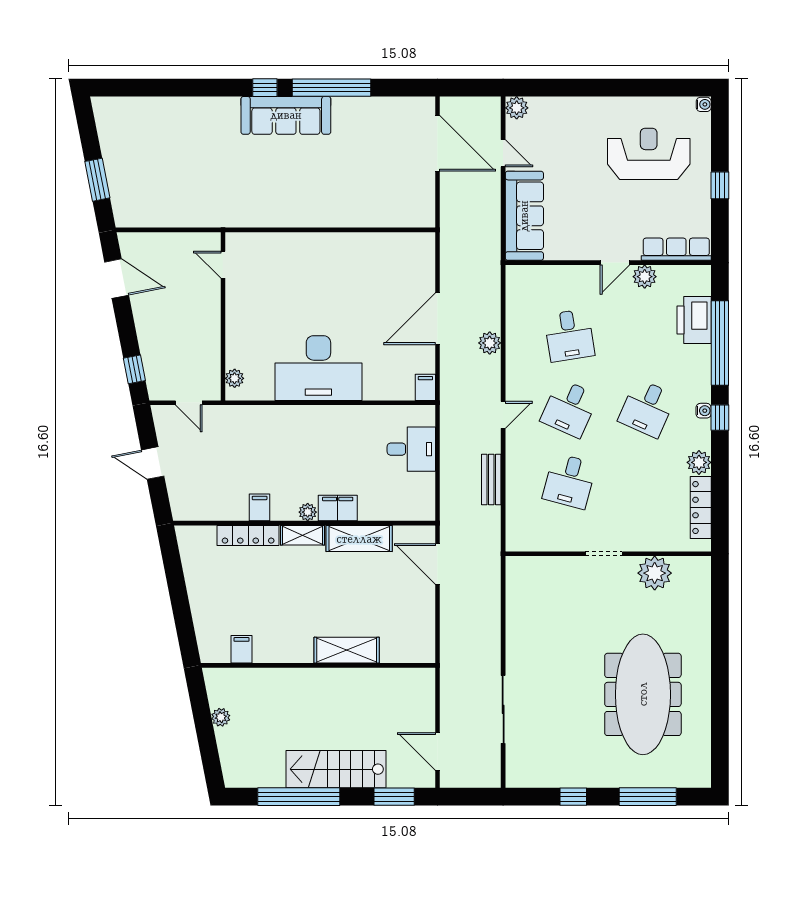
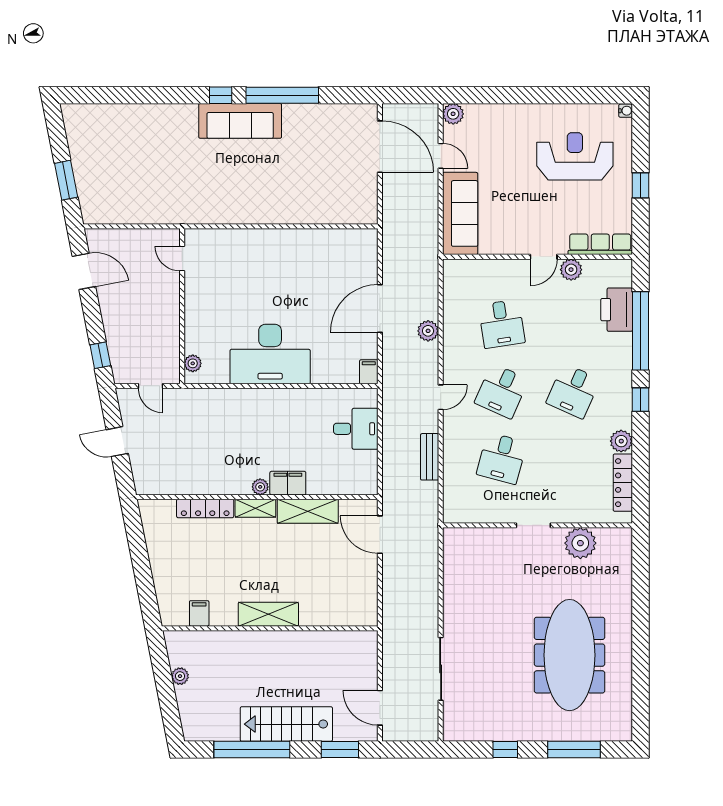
water cooler: (704, 411) -> (625, 393), removed
filing cabinet: (260, 507) -> (216, 483), removed
shelving: (347, 650) -> (268, 614), moved

